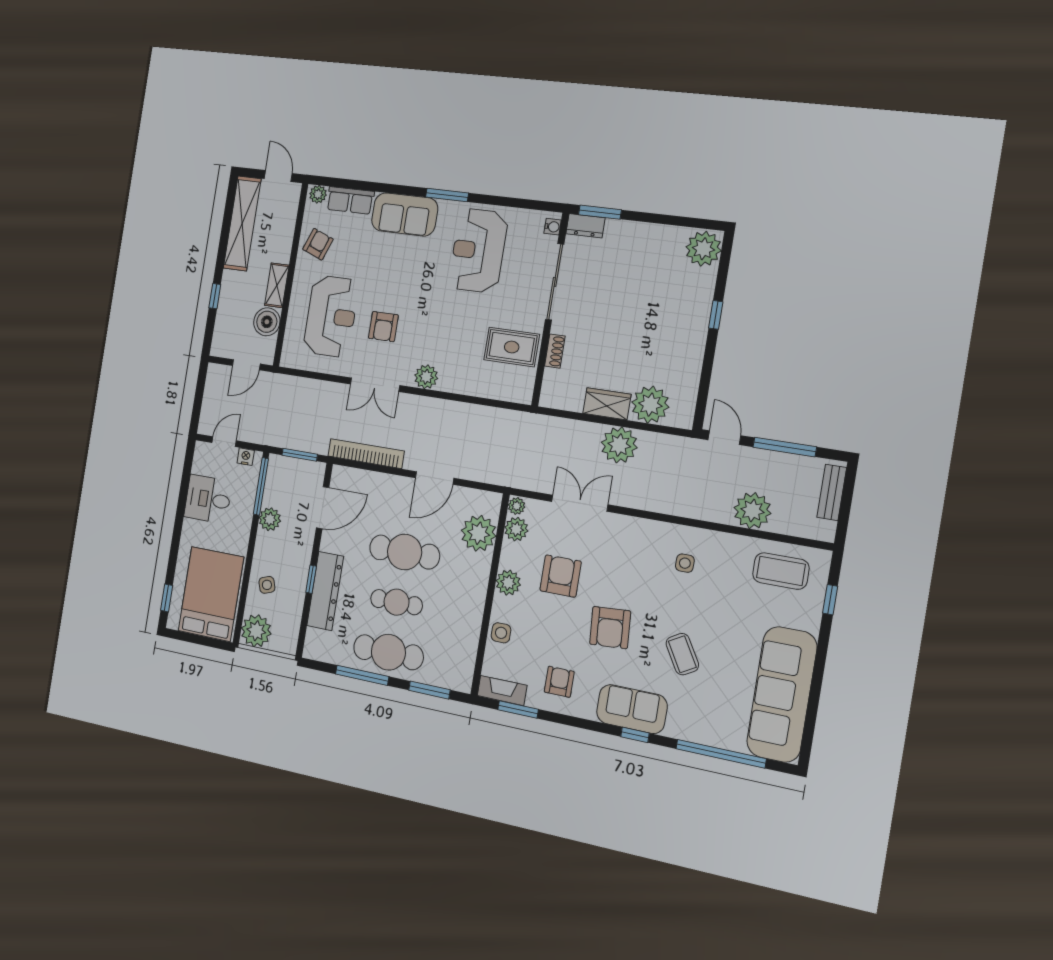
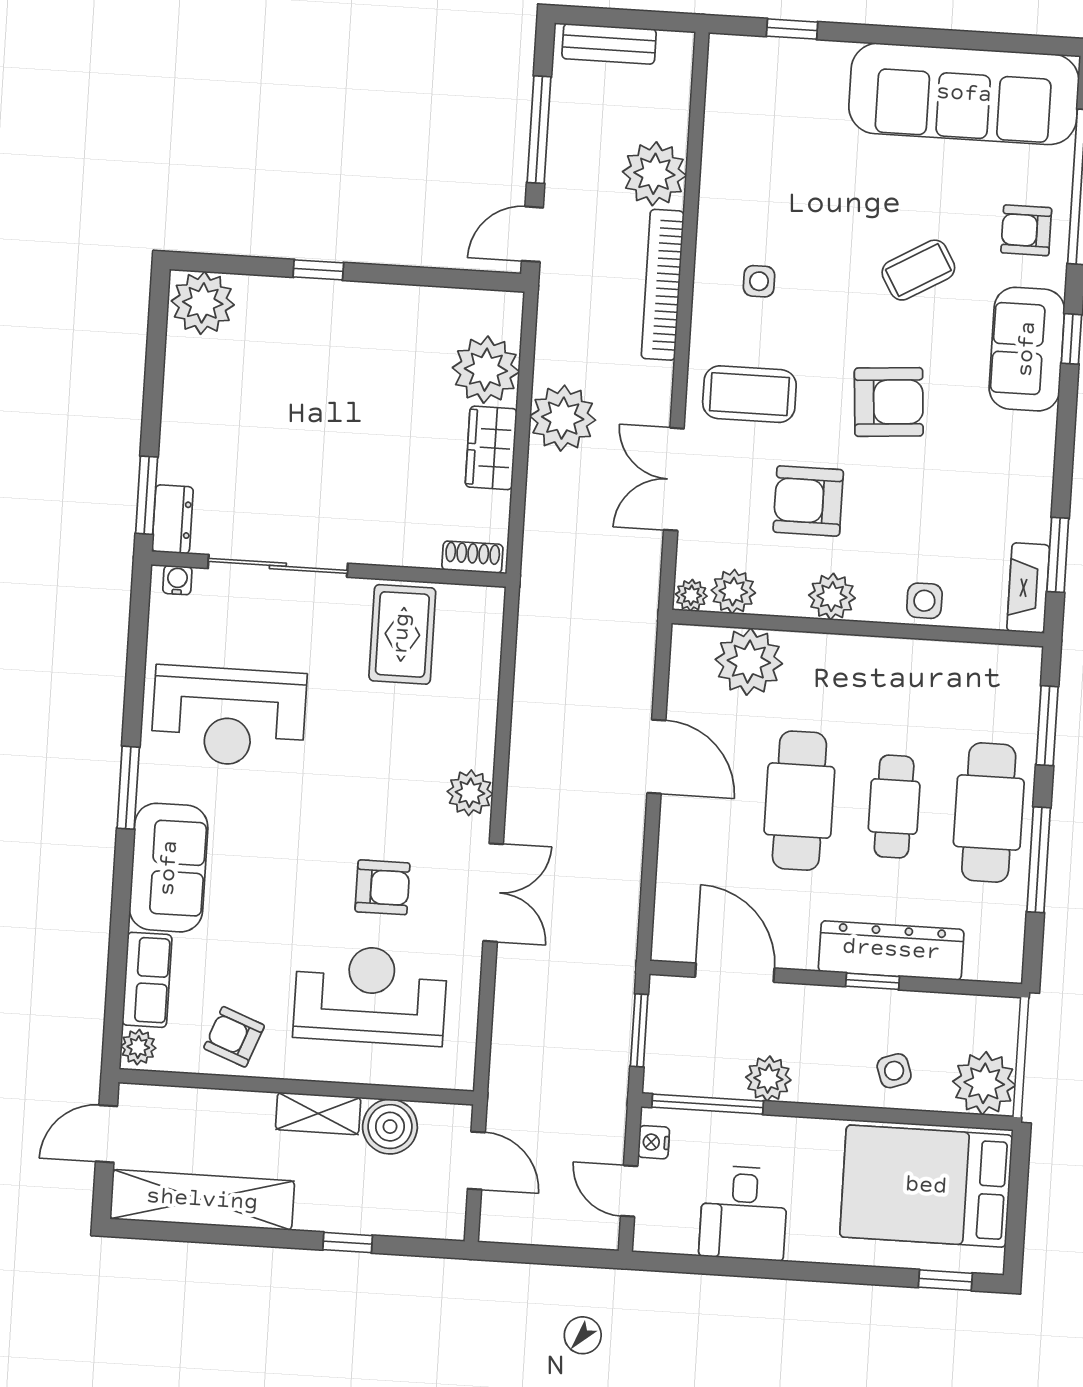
shoe rack: (555, 351) -> (472, 557), moved
bookcase: (366, 454) -> (663, 285), moved
coffee table: (781, 571) -> (749, 394), moved, turned 90
armchair: (559, 682) -> (1026, 230), moved

